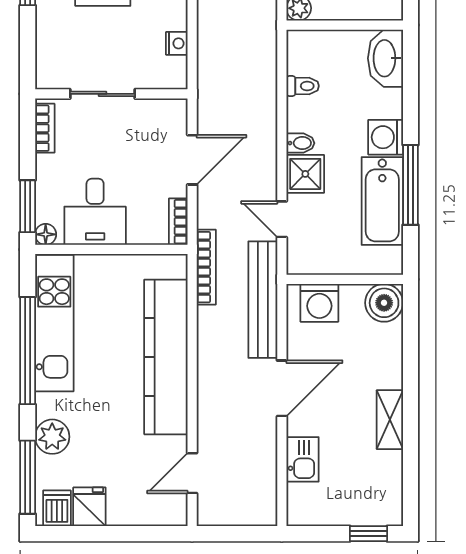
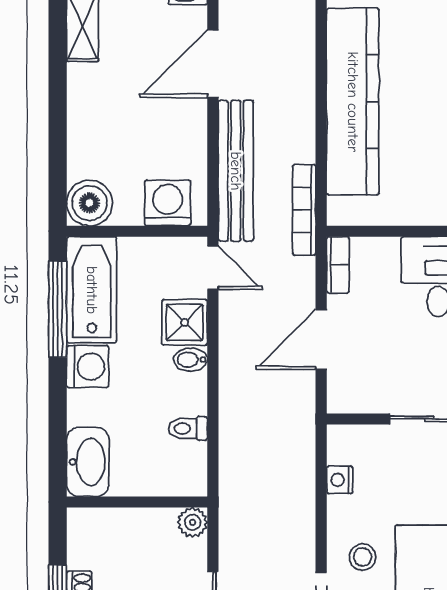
wall: (345, 279) -> (137, 231), moved
washing machine: (319, 303) -> (168, 203), moved
boiler: (384, 303) -> (89, 203), moved

